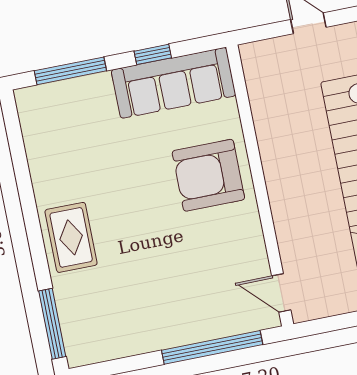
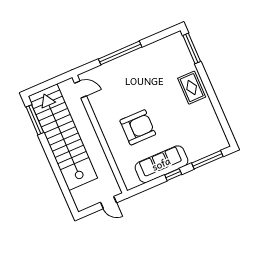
wall: (260, 185) -> (100, 134), moved
door: (281, 293) -> (80, 89), moved

